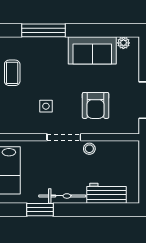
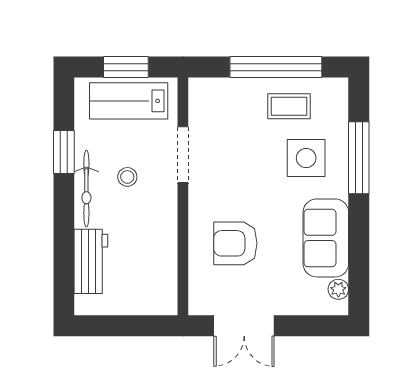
side table: (46, 106) -> (306, 158), moved, width x1.87, depth x1.87
doorway: (64, 137) -> (183, 155), moved
stool: (89, 149) -> (127, 177), moved

